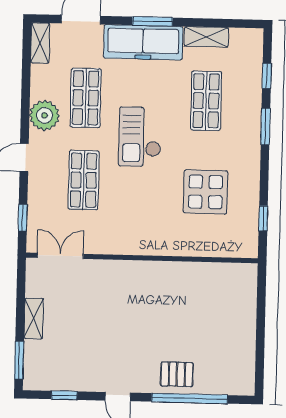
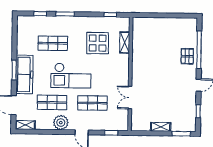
shelving: (206, 37) -> (125, 42), moved
checkout: (140, 137) -> (71, 76), width x1.36, depth x1.21
double door: (60, 256) -> (130, 98), moved

